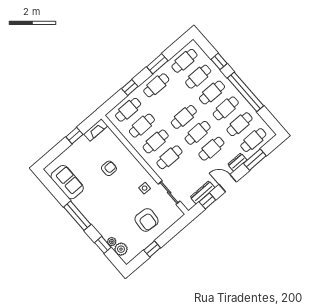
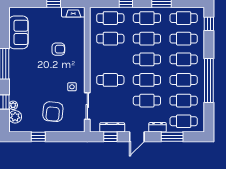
window: (219, 61) -> (209, 24), moved
cafe table: (156, 141) -> (147, 39), moved
door: (228, 183) -> (137, 137), swing flipped

